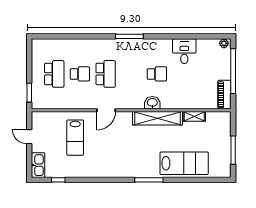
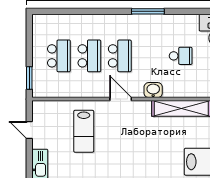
school desk: (80, 74) -> (89, 56), width x1.85
washbasin: (152, 103) -> (153, 90), moved
door: (106, 110) -> (121, 99), swing flipped

